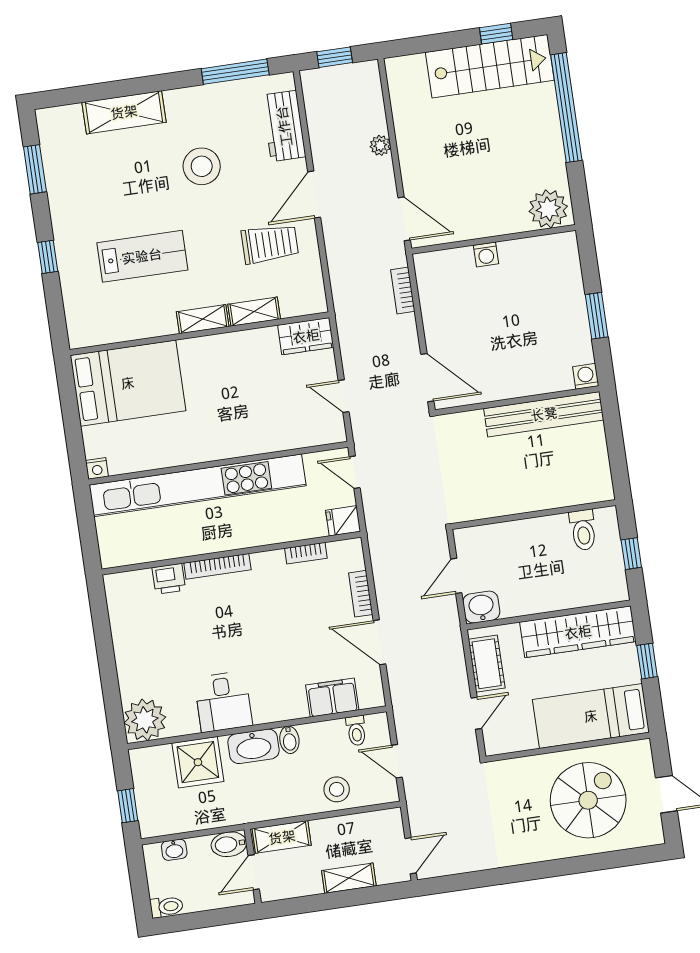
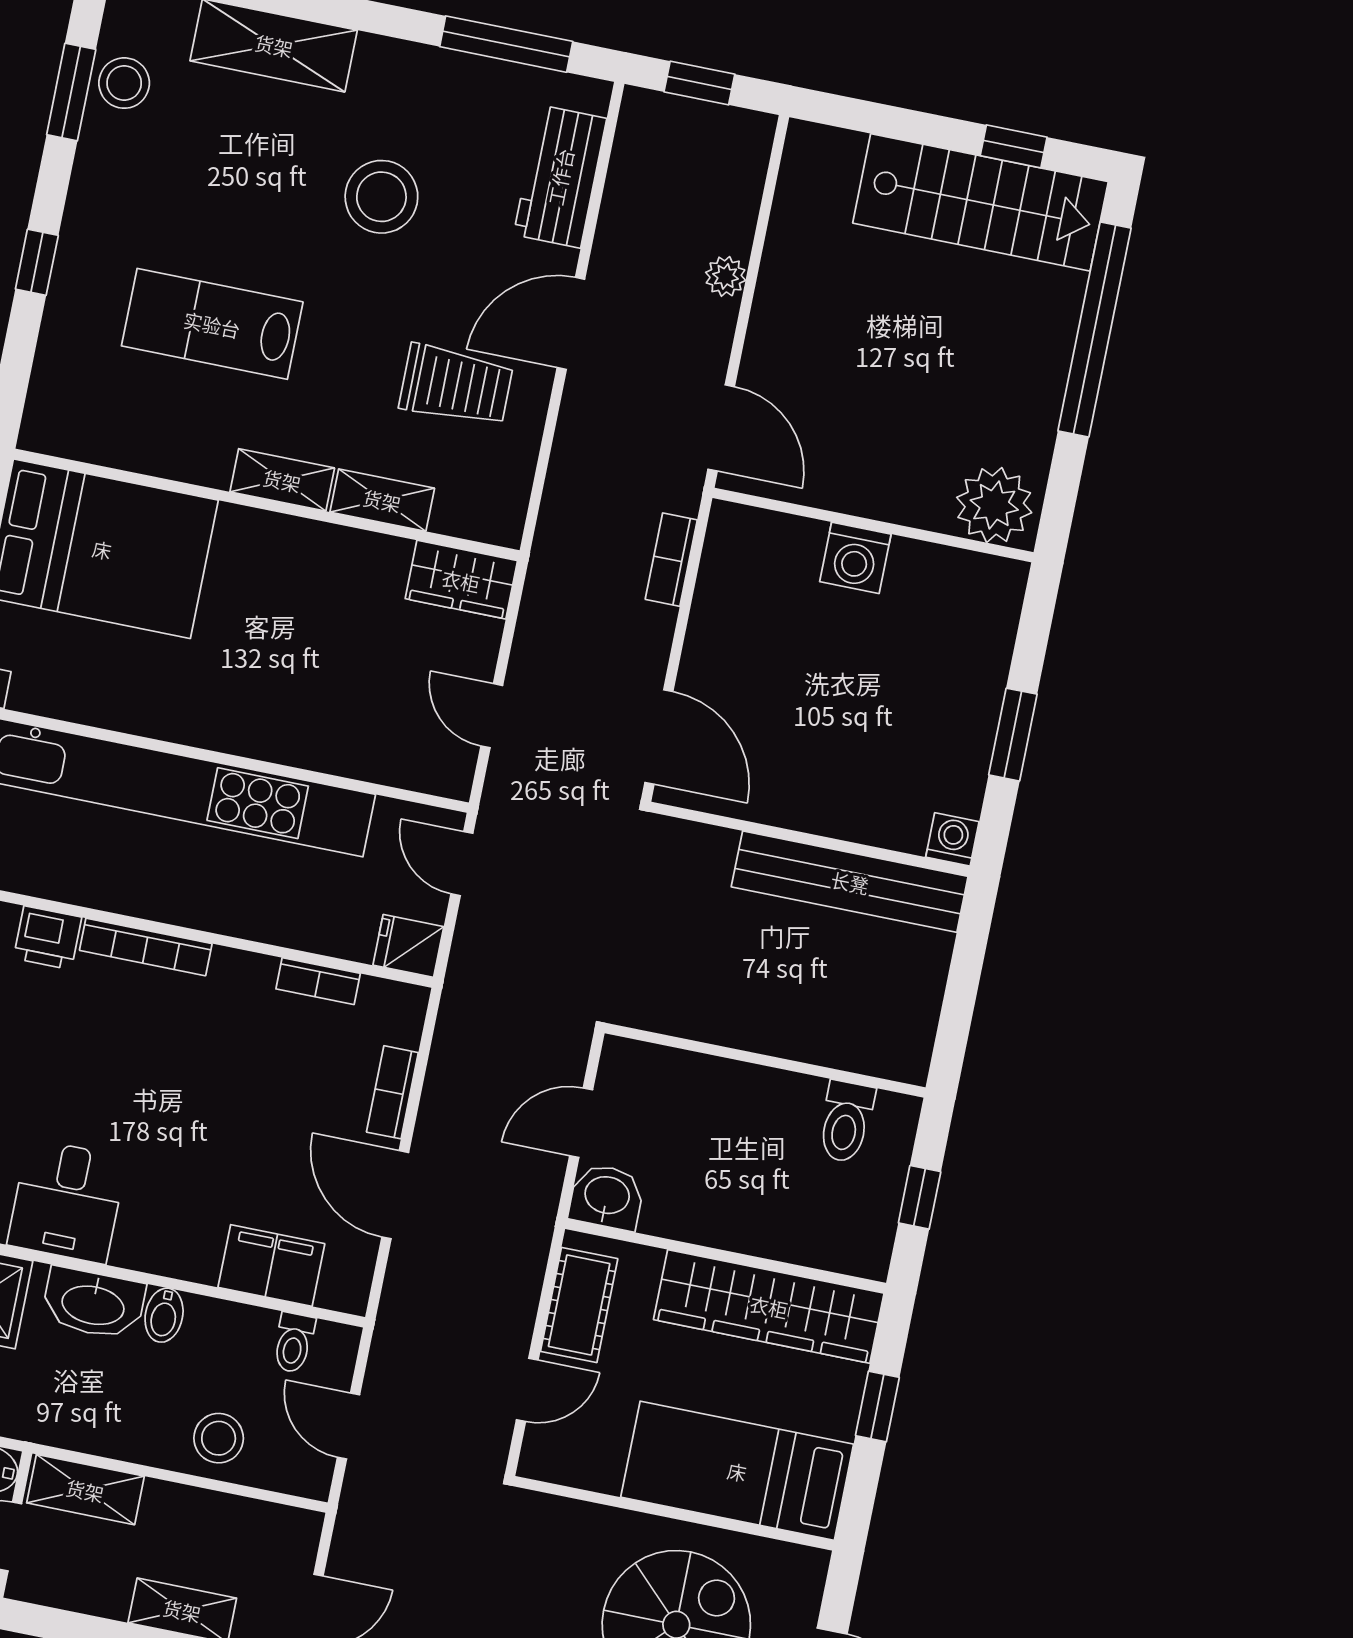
stool: (59, 156) -> (124, 83), added
washing machine: (486, 254) -> (855, 558), width x1.38, depth x1.38
lab bench: (142, 256) -> (212, 324), turned 180

